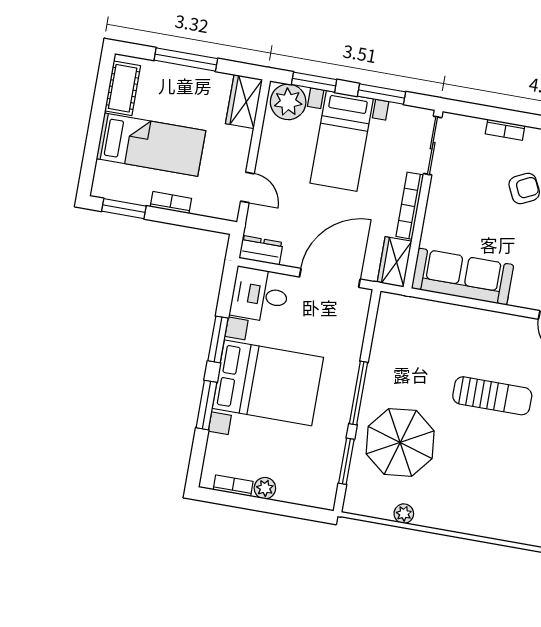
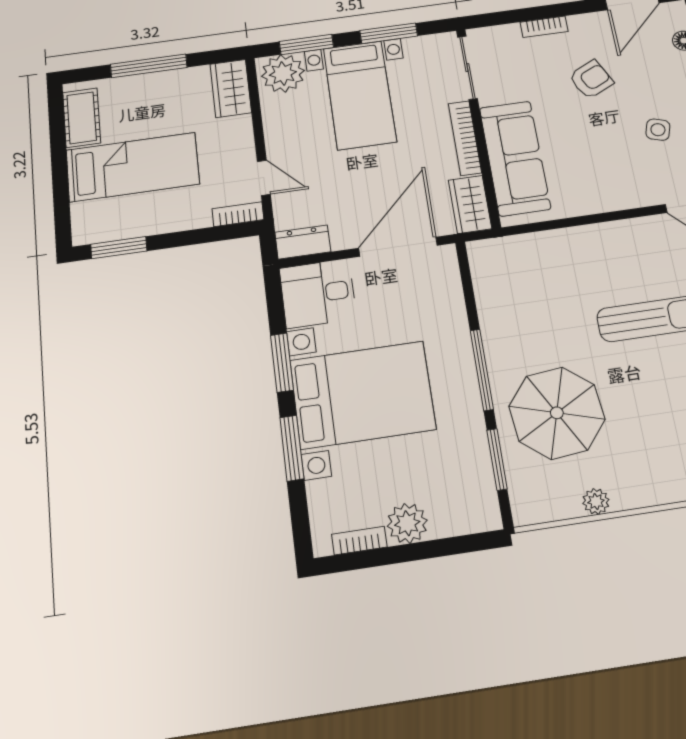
bookcase: (171, 203) -> (238, 214), moved
sofa: (463, 277) -> (515, 158), moved, turned 90
plant: (265, 488) -> (407, 523), width x1.38, depth x1.38

